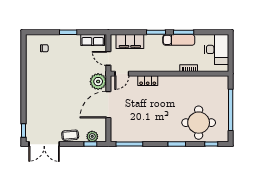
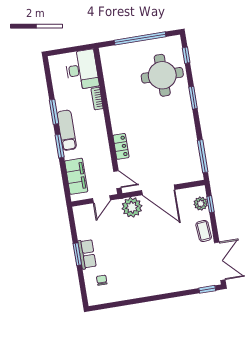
row of seats: (93, 40) -> (87, 254), moved
exam couch: (179, 40) -> (67, 130), moved
desk: (217, 49) -> (82, 70), moved, turned 90

